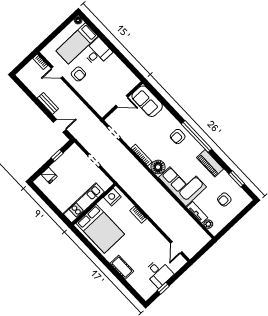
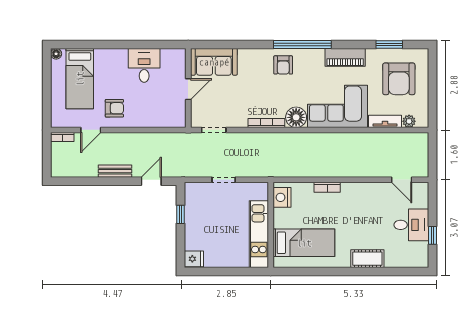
desk: (98, 52) -> (144, 65), moved
fridge: (49, 175) -> (194, 259), moved
armchair: (224, 199) -> (399, 79), width x1.88, depth x1.88
bed: (100, 229) -> (304, 243), width x0.67

